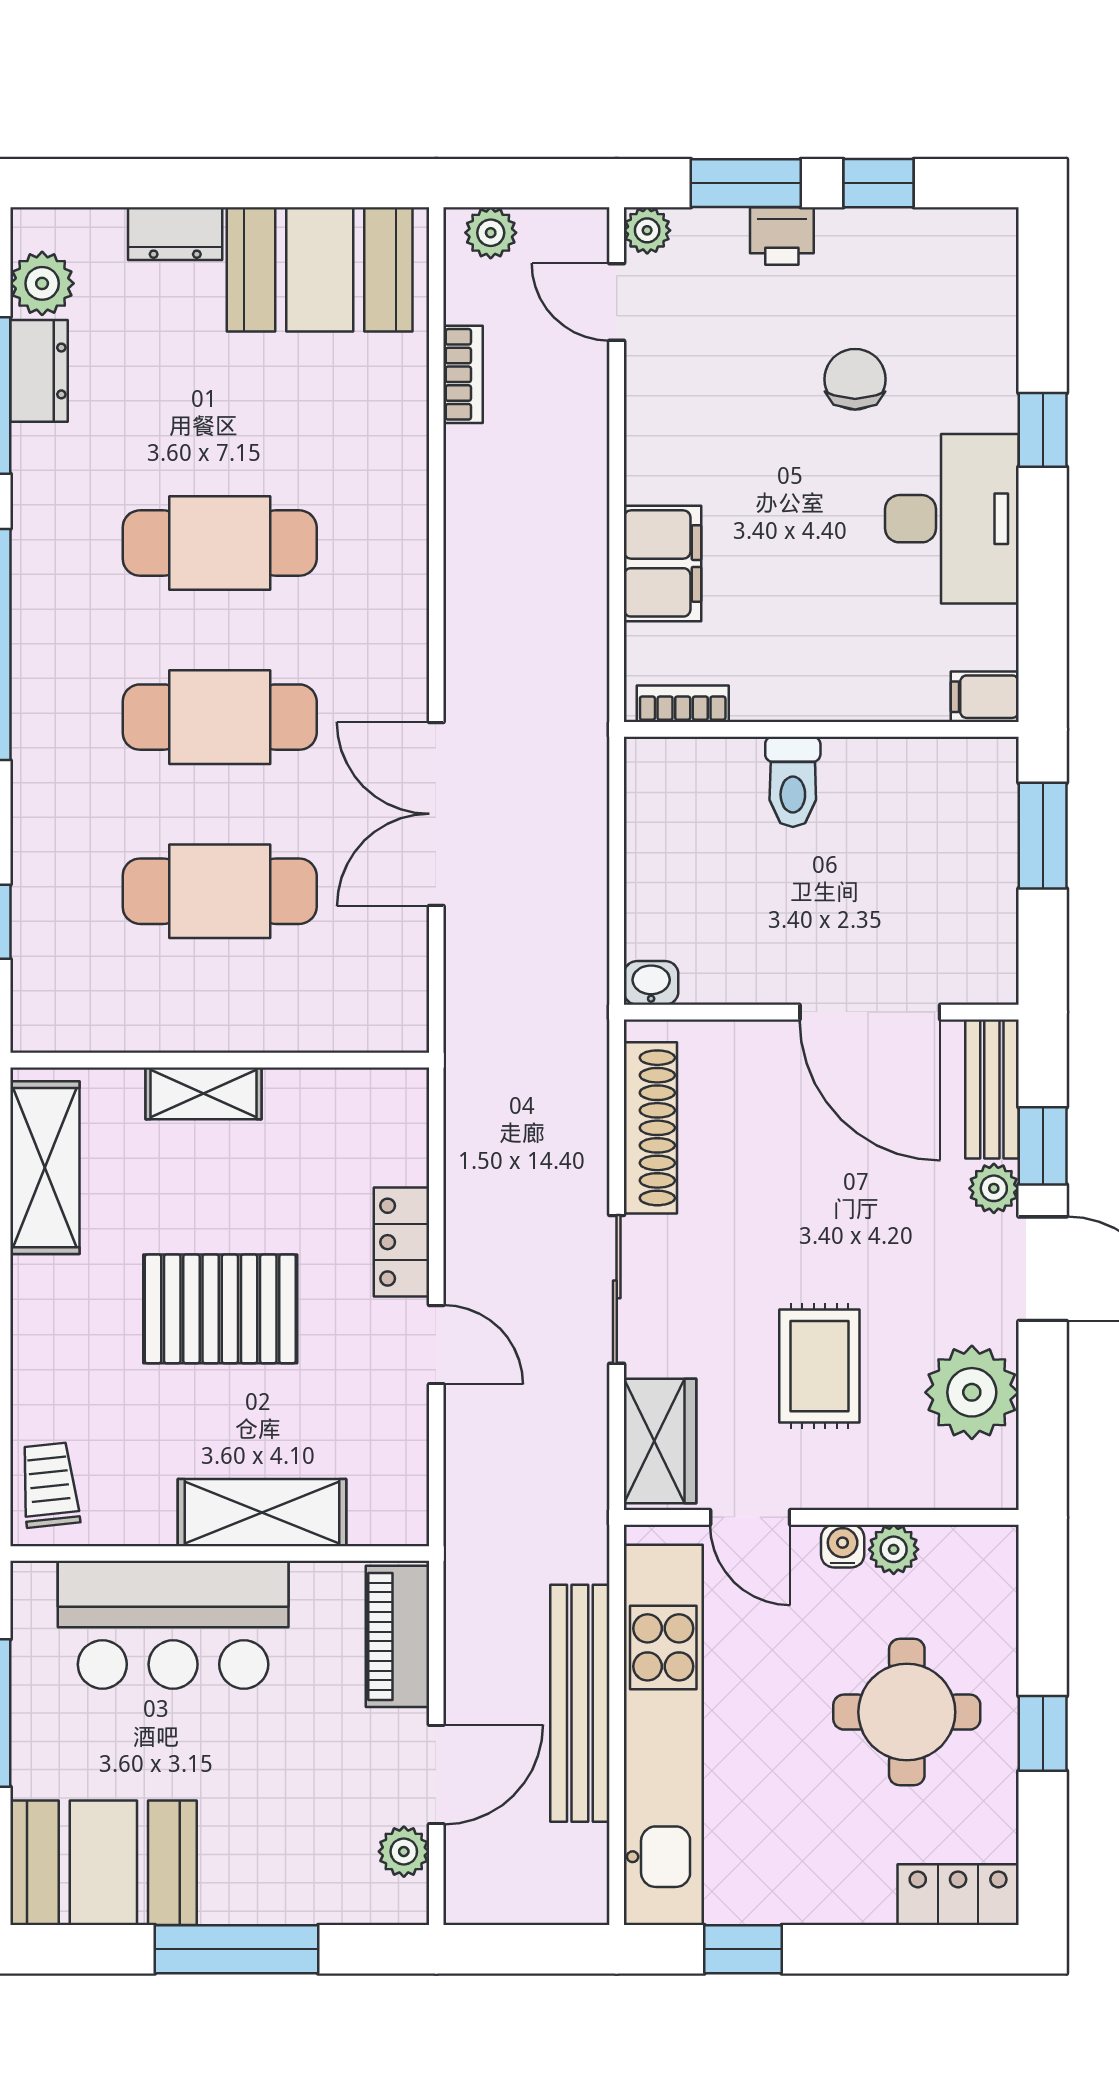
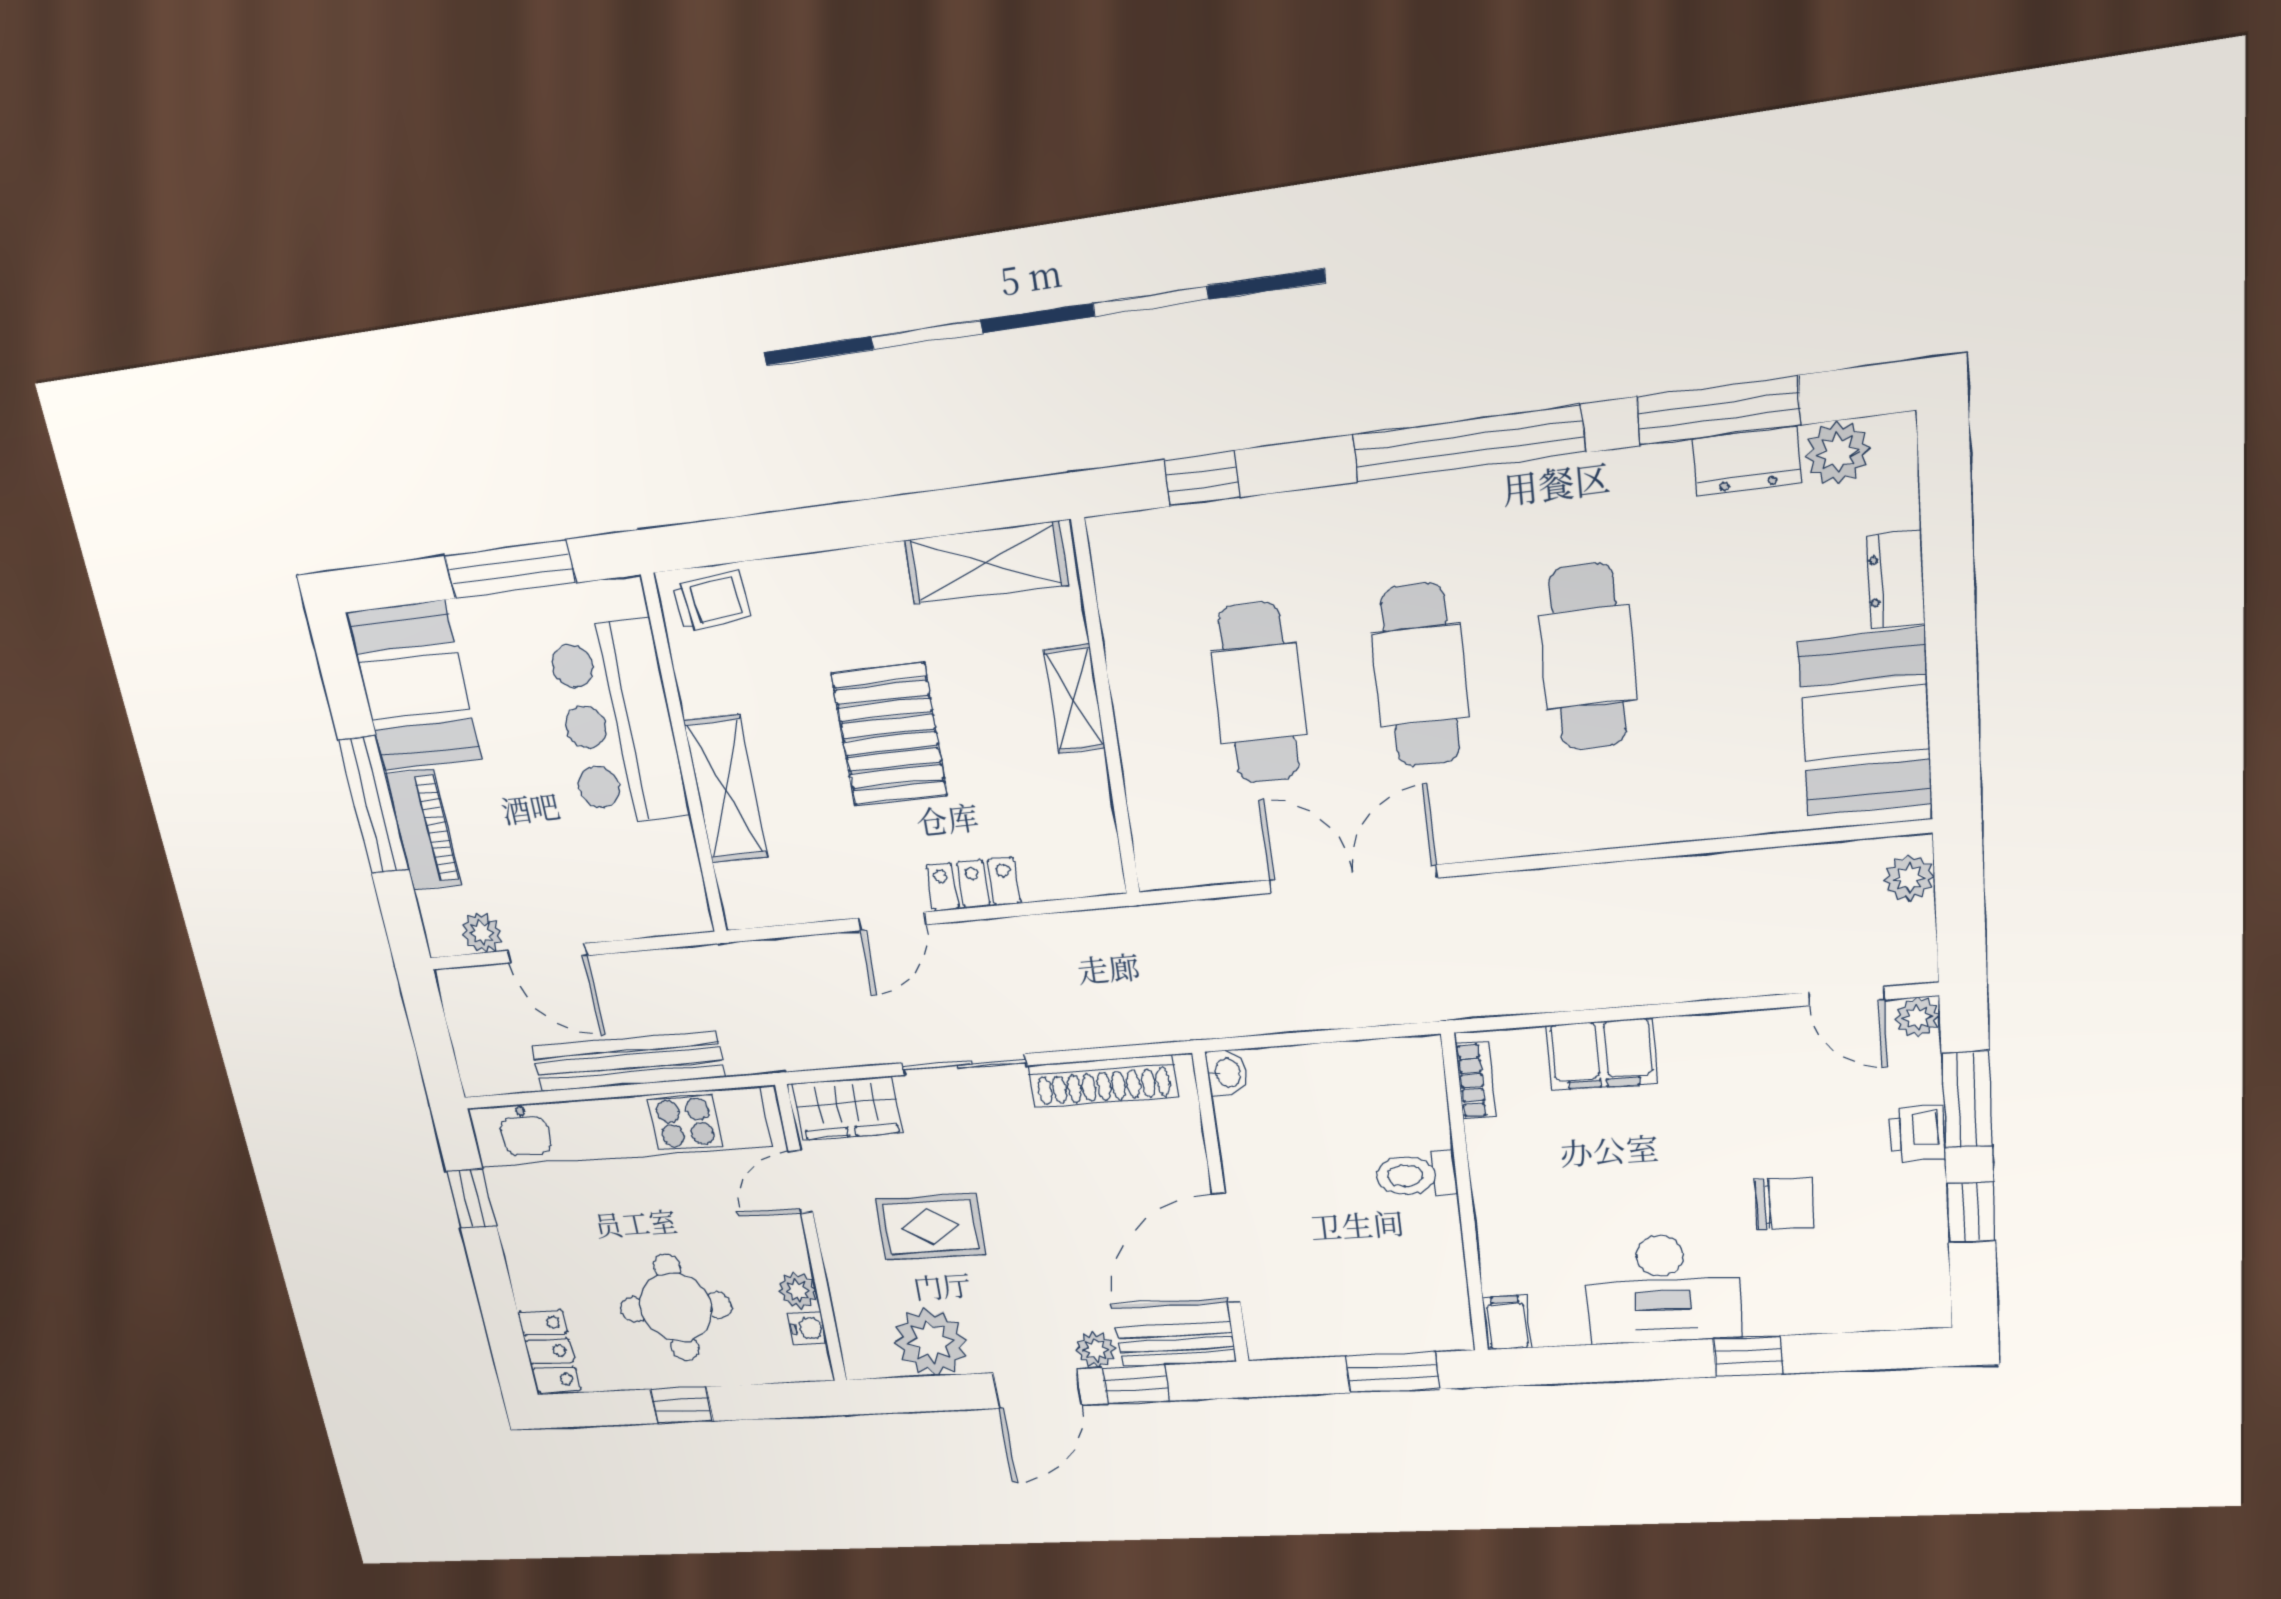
door: (617, 302) -> (1846, 996), swing flipped
bookcase: (463, 374) -> (1768, 865), removed
water cooler: (843, 1546) -> (808, 1328), moved
piano: (397, 1636) -> (424, 830), moved, turned 90

